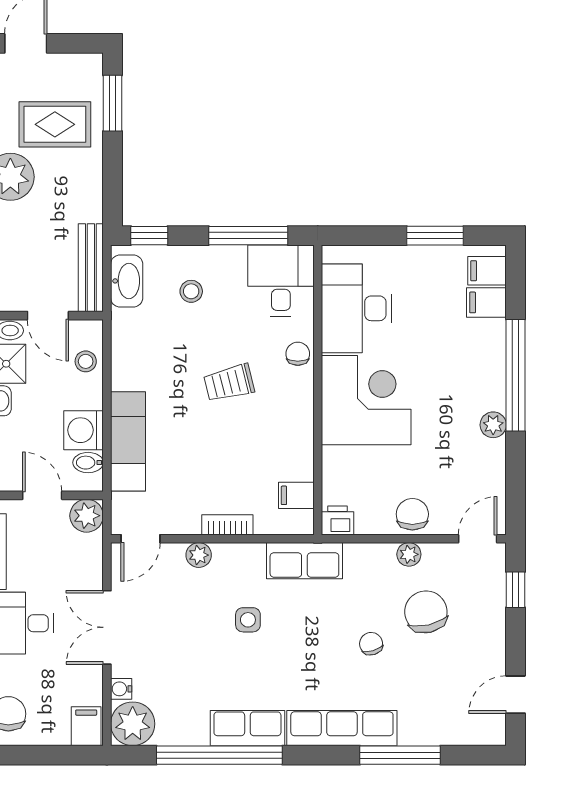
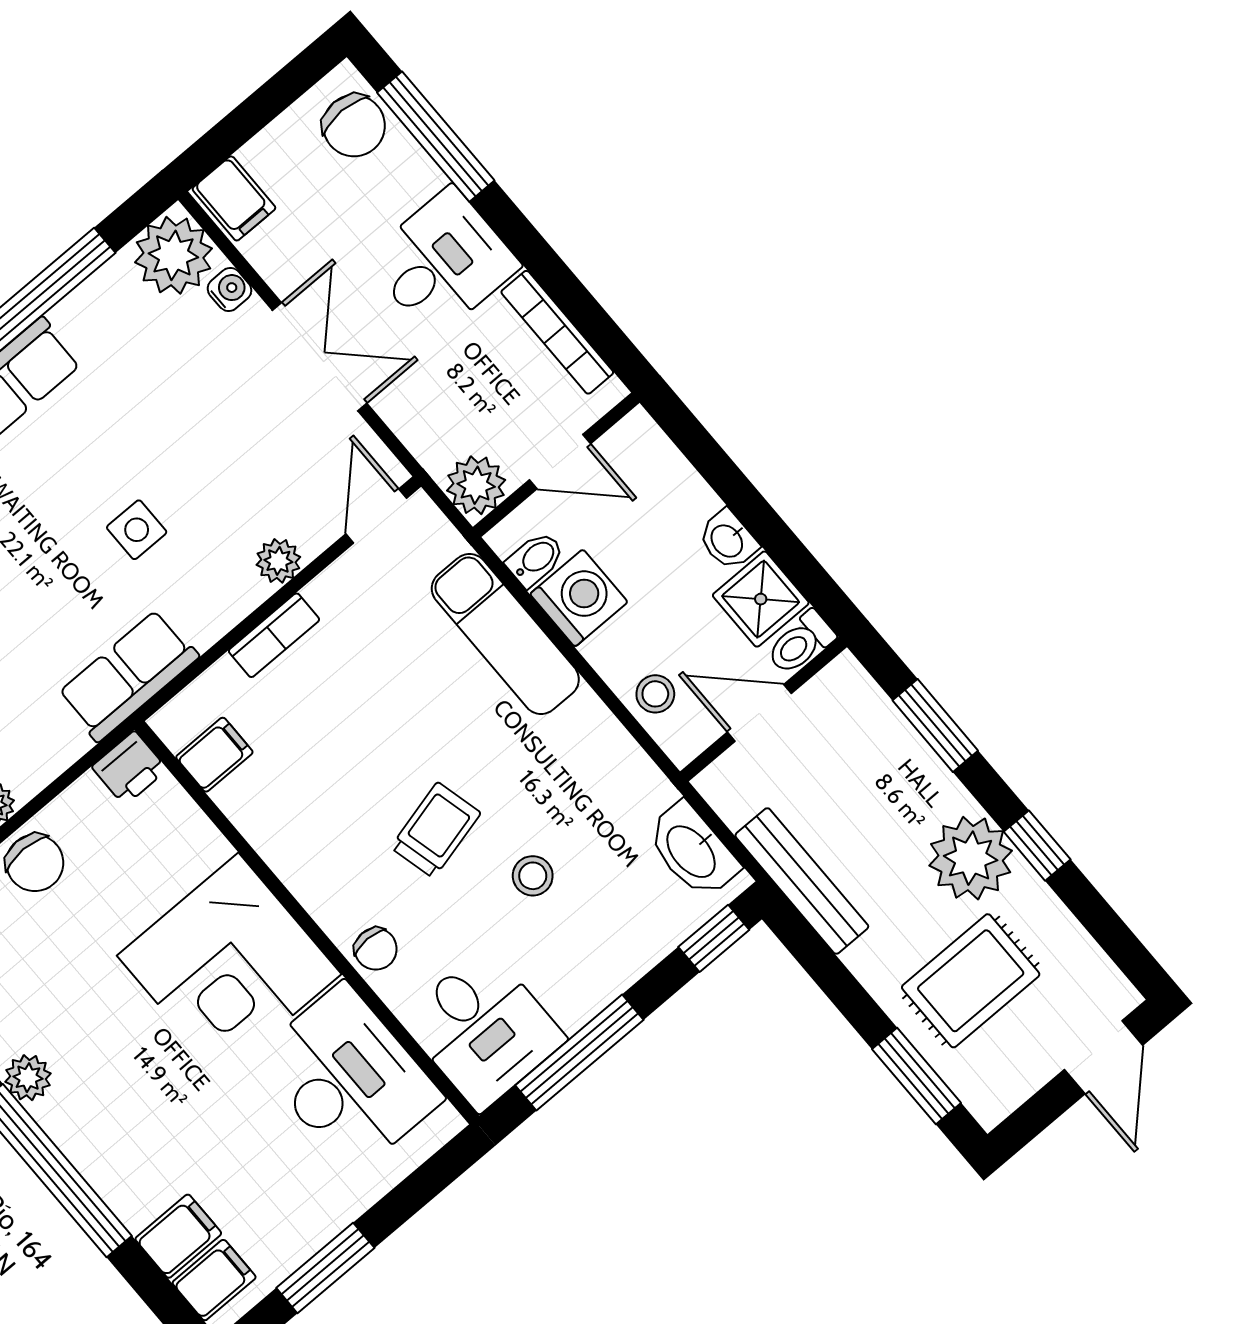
bench: (91, 268) -> (802, 881), moved
stool: (191, 291) -> (533, 876), moved

